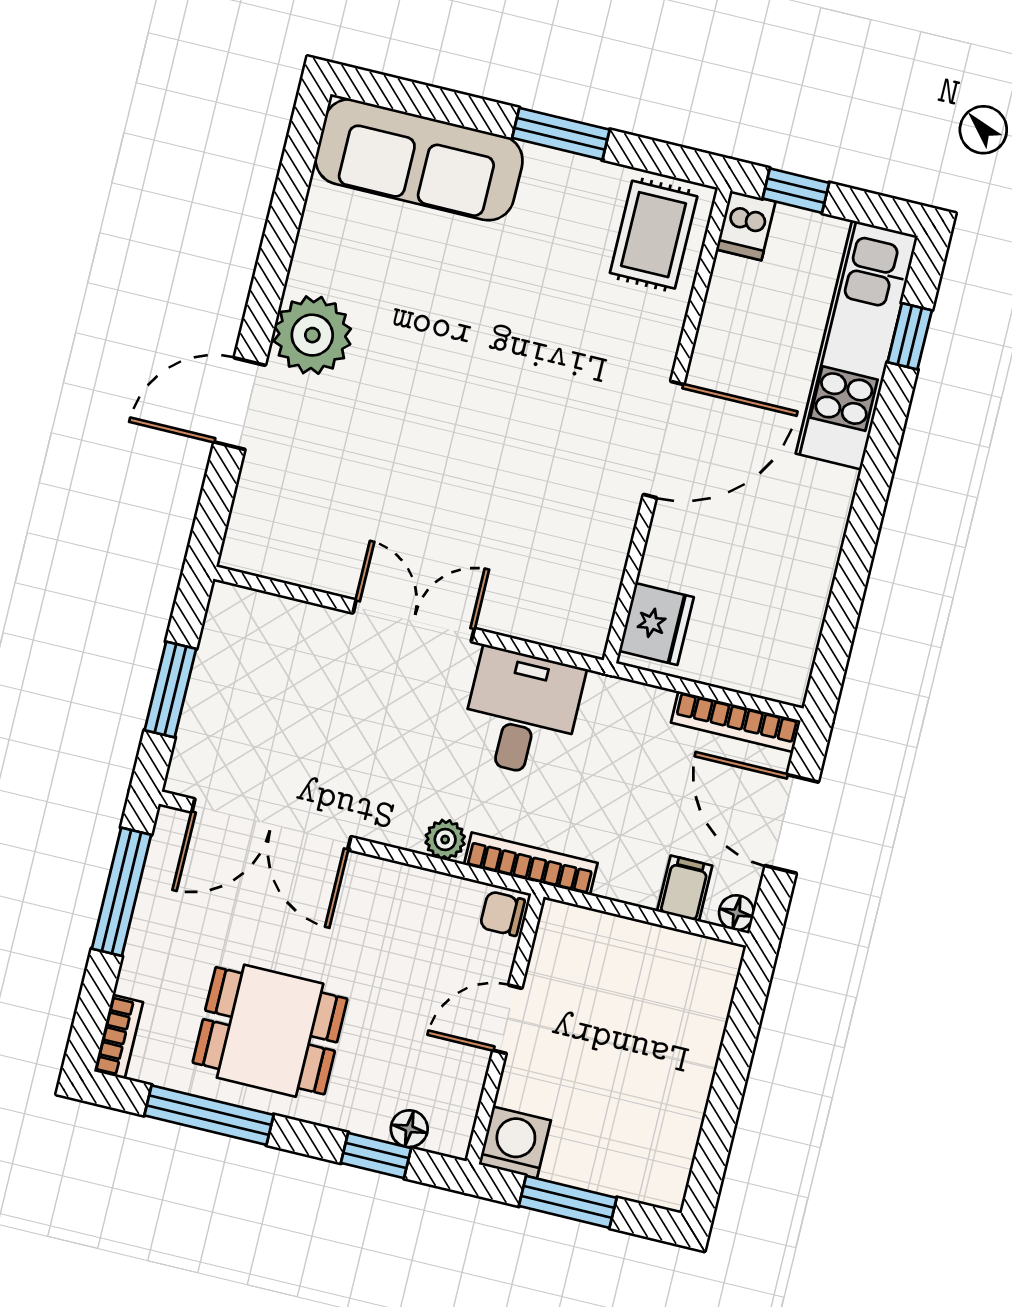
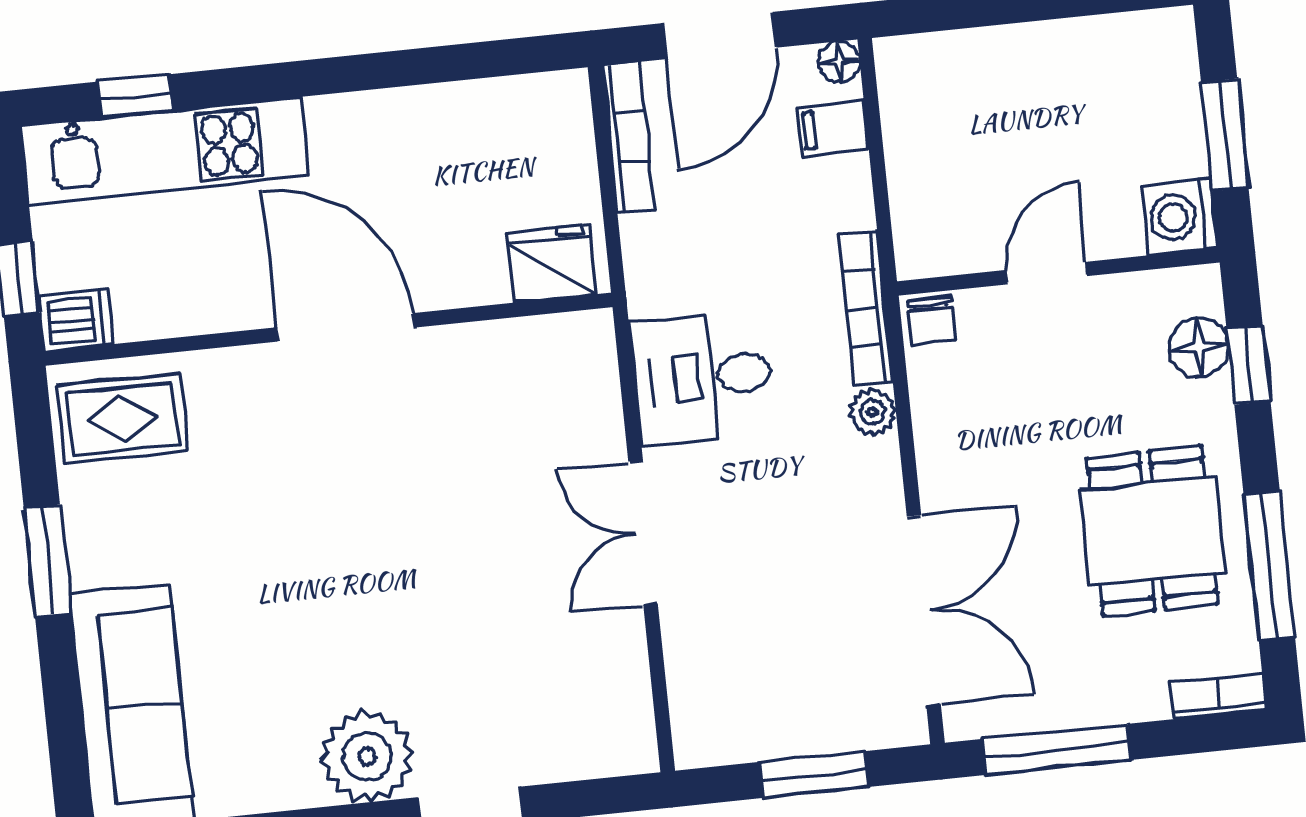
door: (507, 1019) -> (1047, 273), swing flipped
floor lamp: (409, 1129) -> (1199, 348), width x1.37, depth x1.37

